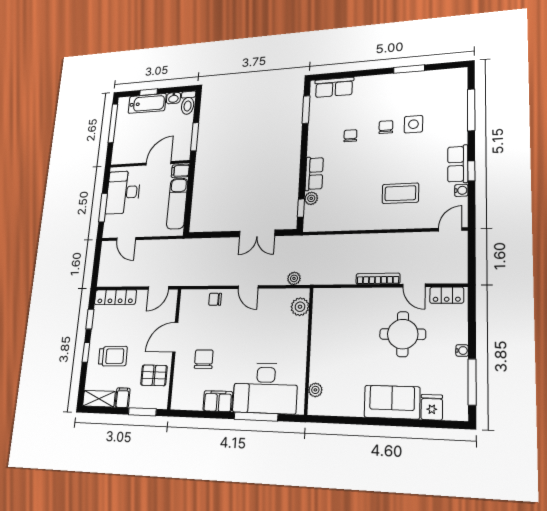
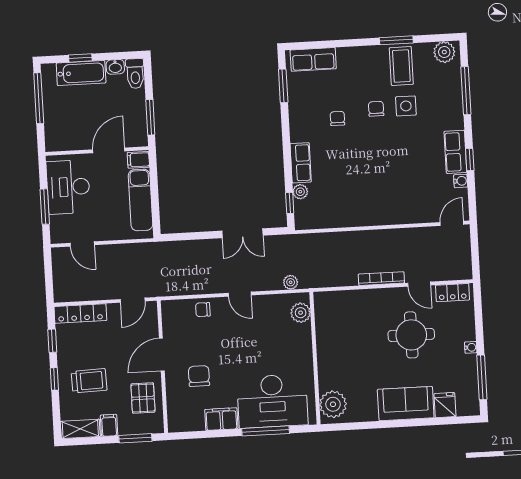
plant: (453, 77) -> (444, 52), added
coffee table: (400, 193) -> (401, 66), moved, turned 90
pallet: (154, 375) -> (143, 398), turned 90
plant: (315, 390) -> (333, 404), width x1.88, depth x1.88

